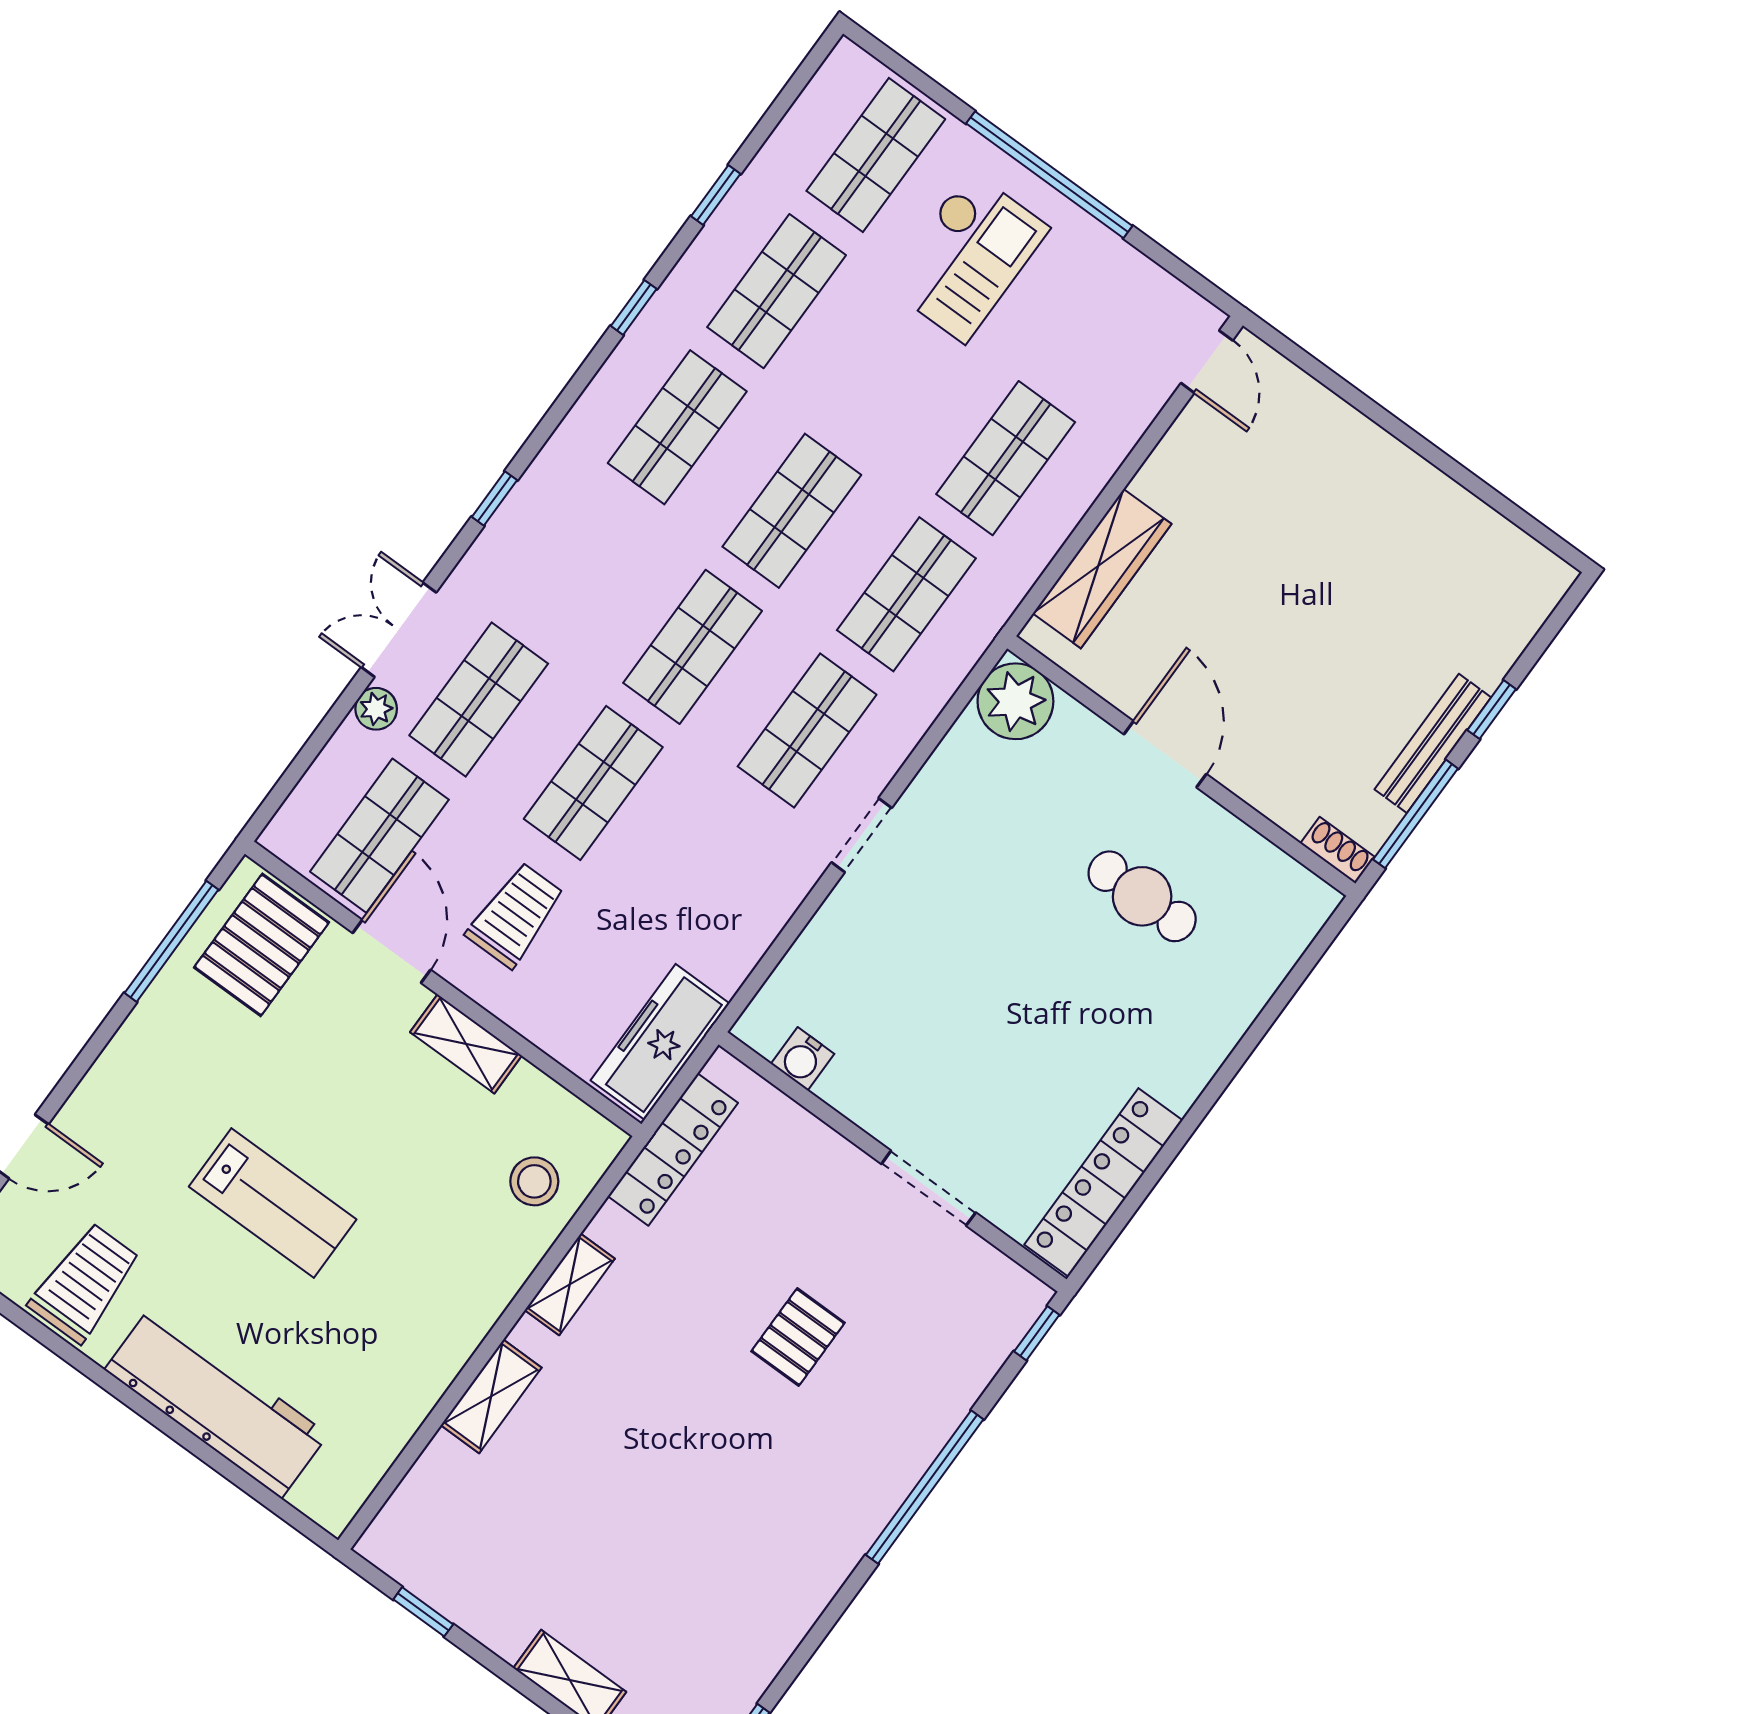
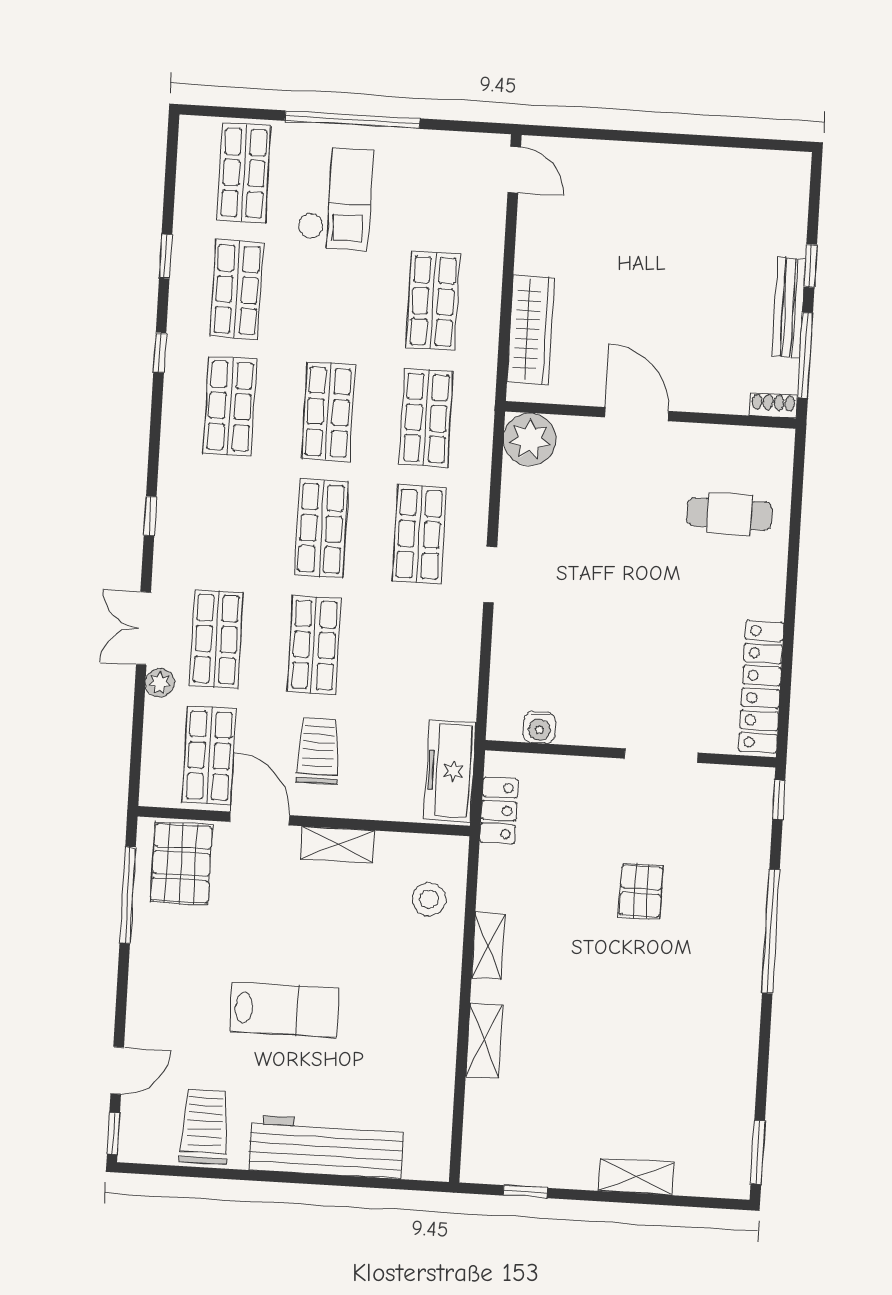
cafe table: (1142, 896) -> (729, 514), moved
locker: (673, 1149) -> (499, 811), width x0.66

